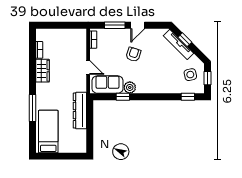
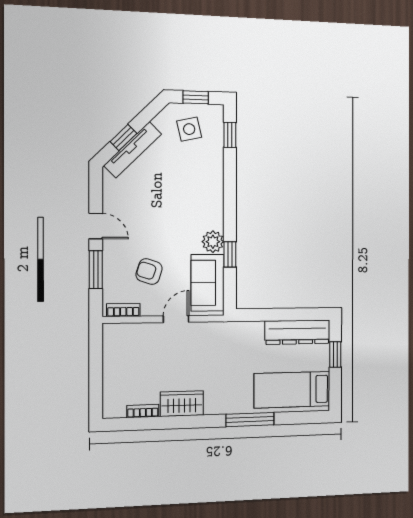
armchair: (133, 54) -> (149, 272), moved
dresser: (80, 111) -> (297, 332), moved
window: (67, 156) -> (335, 354), added

